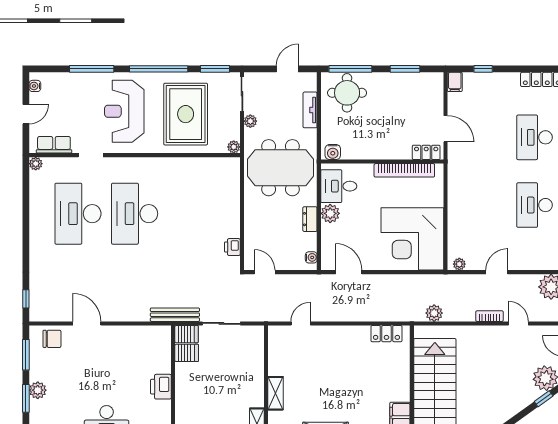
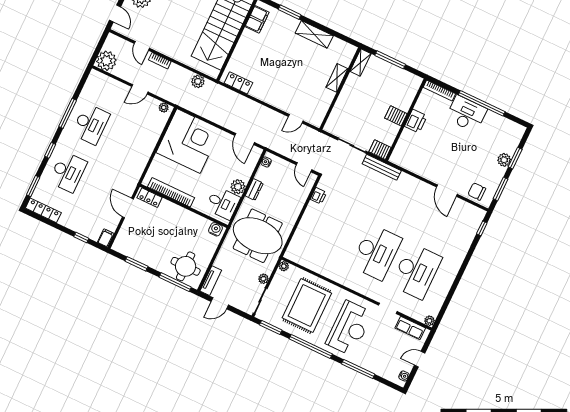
tv unit: (310, 110) -> (211, 281), moved
server rack: (187, 353) -> (396, 116), moved

